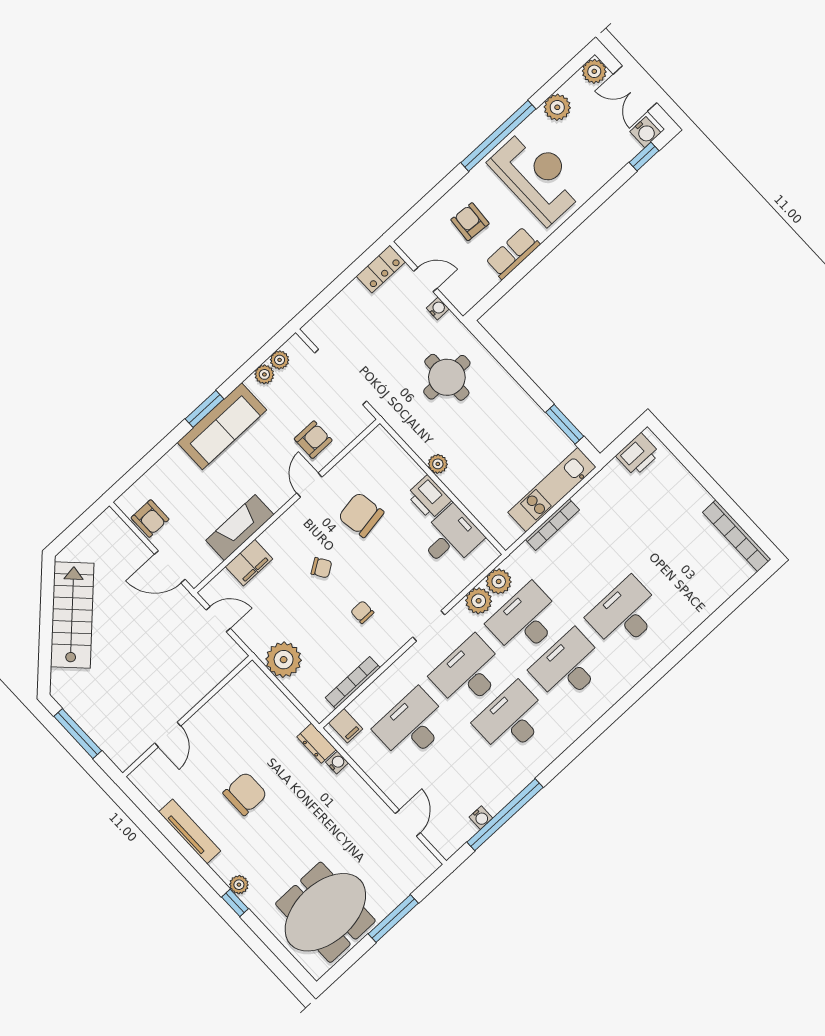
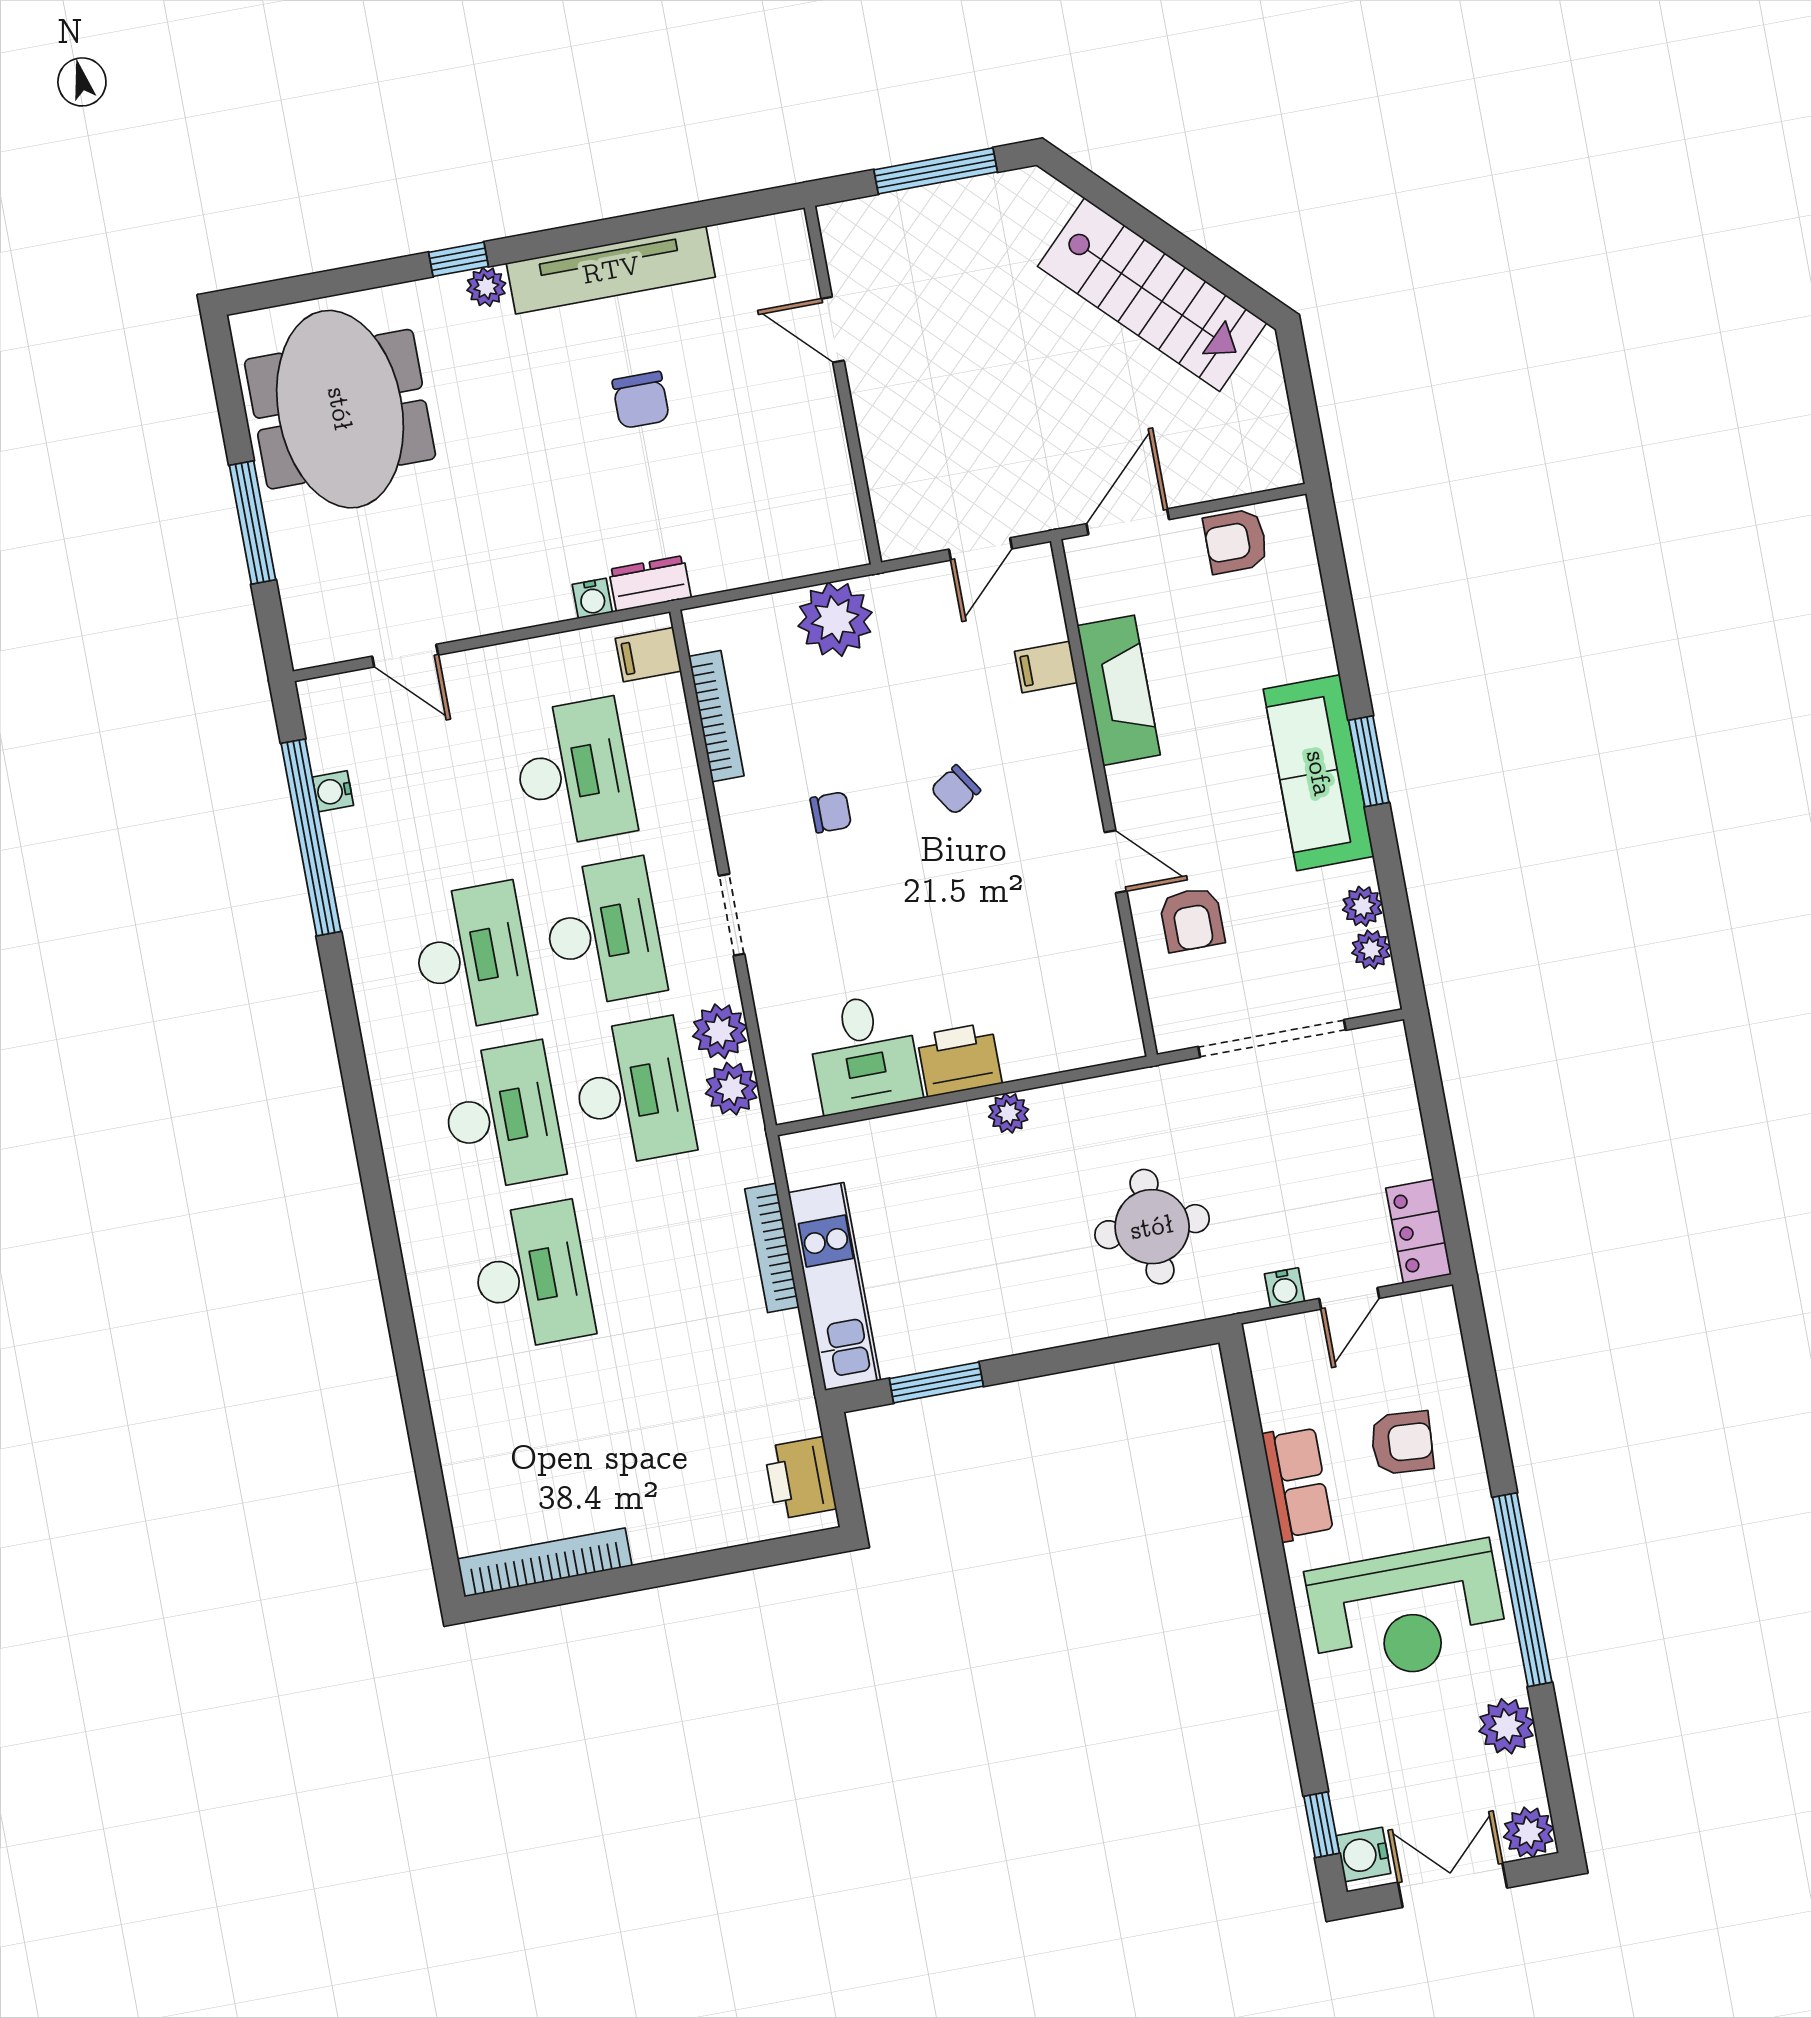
chair: (361, 515) -> (1005, 920), removed
filing cabinet: (249, 563) -> (1046, 667), width x0.50
chair: (245, 794) -> (641, 400), width x0.73, depth x0.73
tv unit: (190, 831) -> (611, 270), width x1.36, depth x1.29

